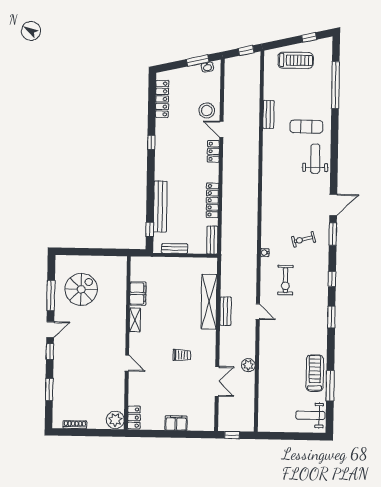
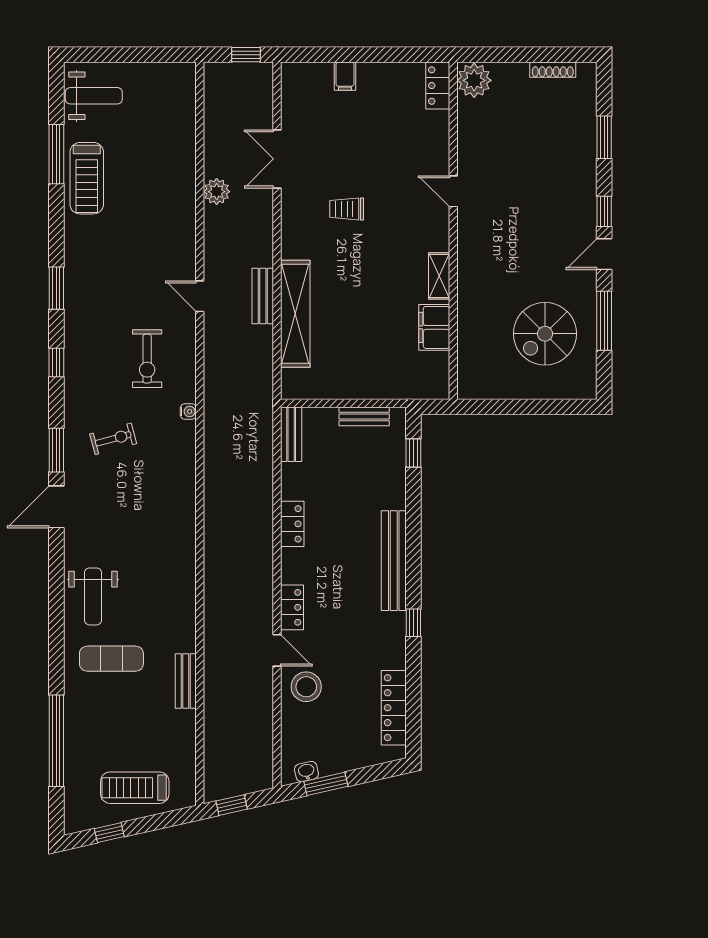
locker: (212, 200) -> (292, 524), width x0.66
bench: (160, 207) -> (394, 561), moved
exercise bike: (285, 280) -> (147, 359), turned 180
filing cabinet: (176, 423) -> (345, 76), width x0.50

